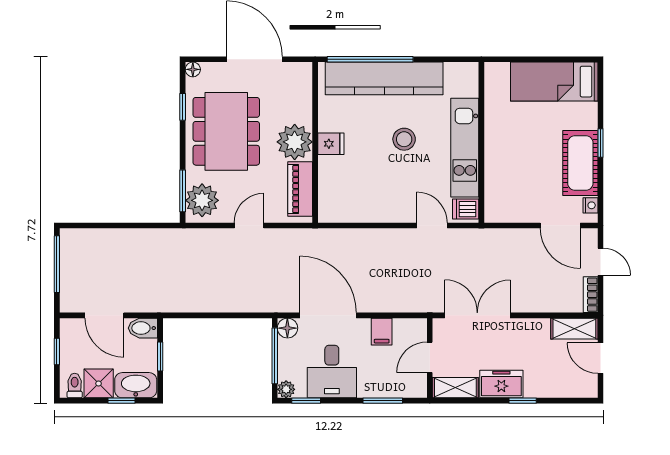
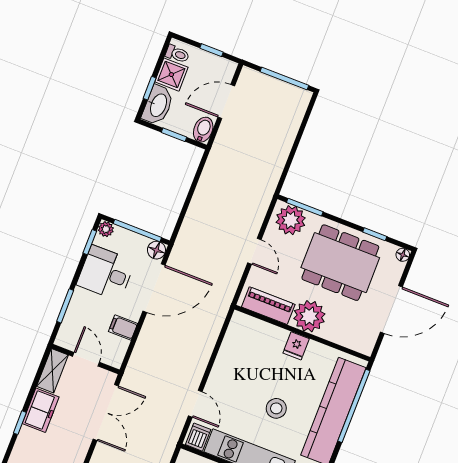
door: (432, 225) -> (195, 404), hinge flipped

